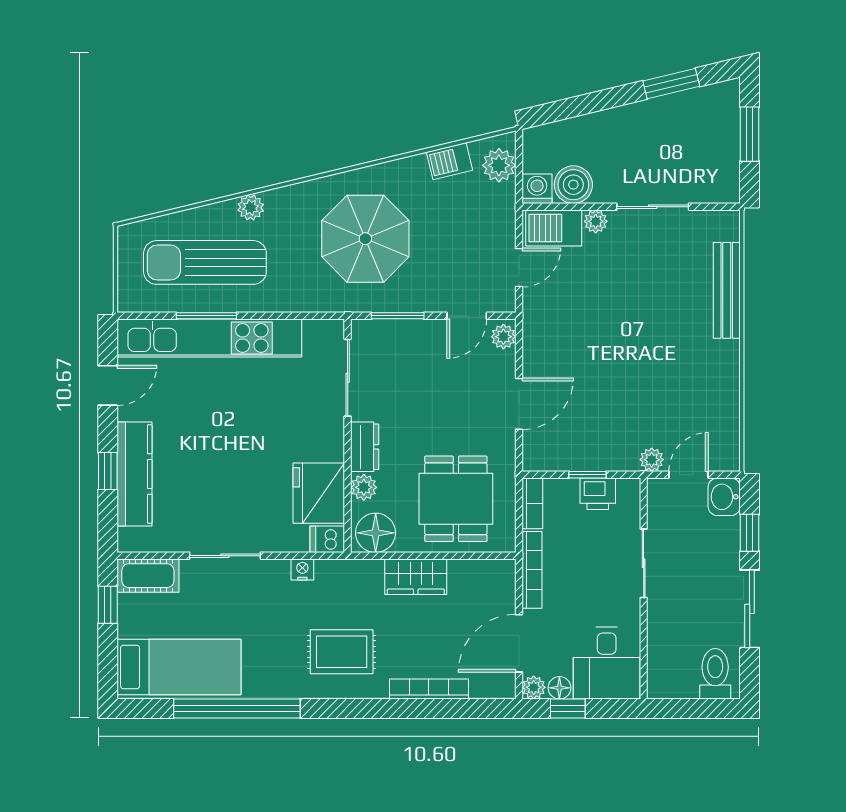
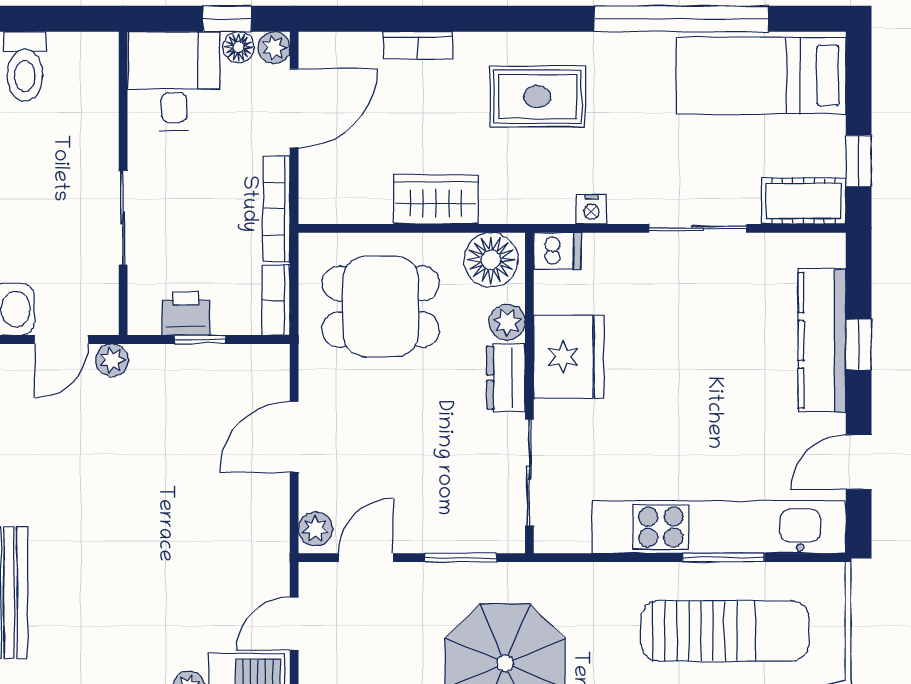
fridge: (319, 493) -> (569, 357), moved
dining table: (456, 499) -> (381, 307), turned 90
bookcase: (429, 689) -> (418, 45), width x0.64

